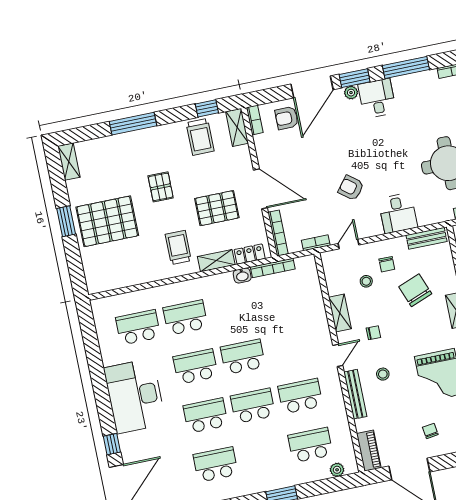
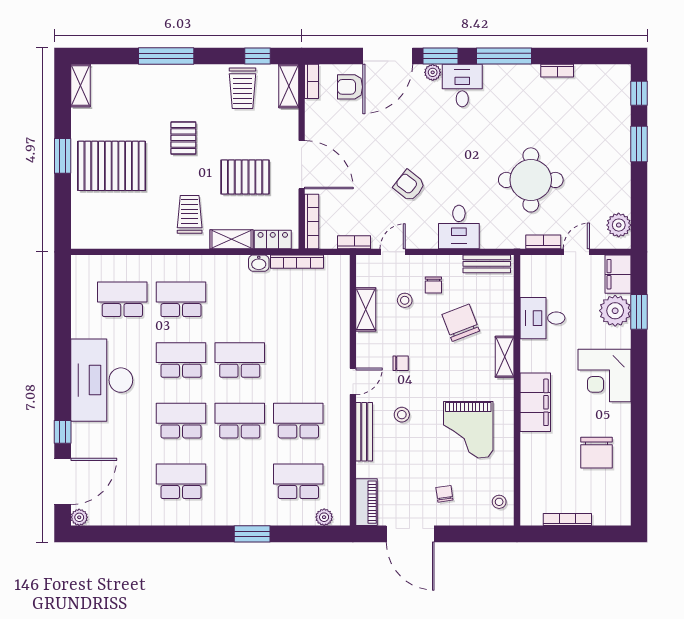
shelving: (340, 313) -> (366, 309), moved

